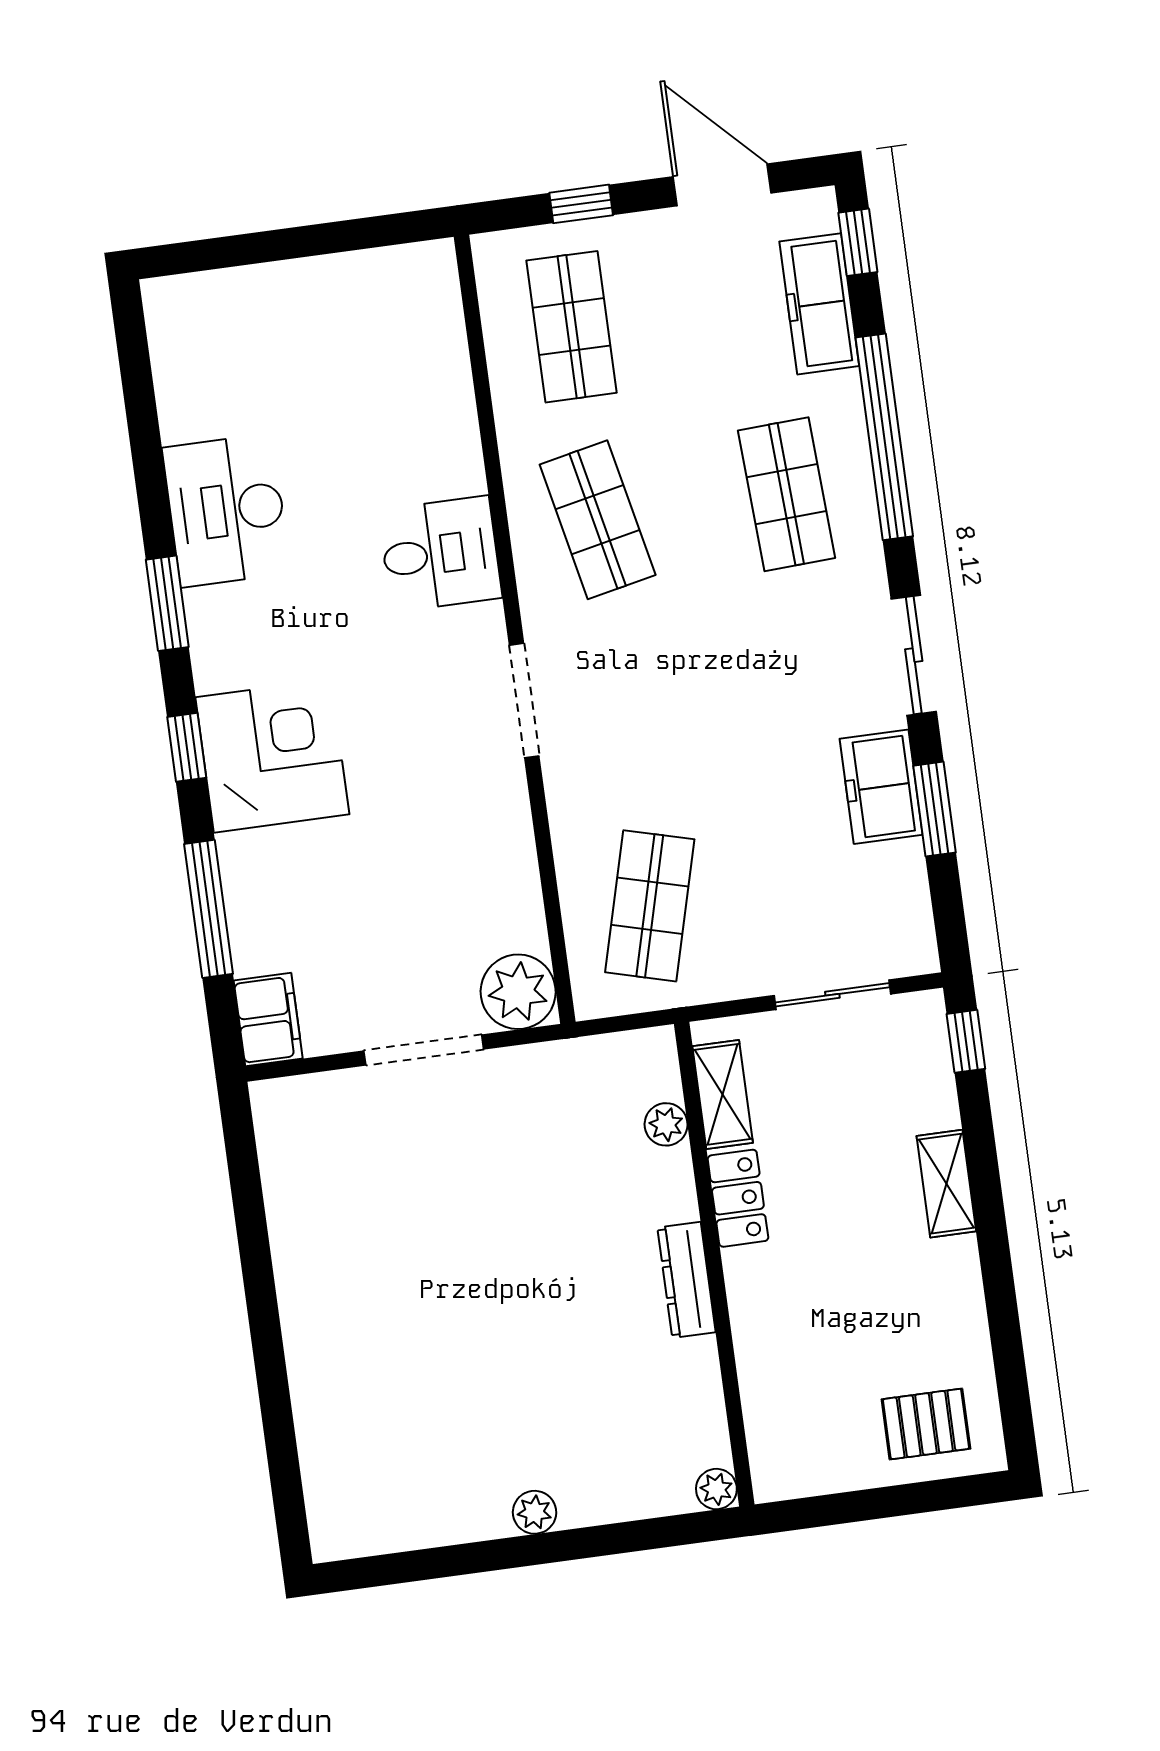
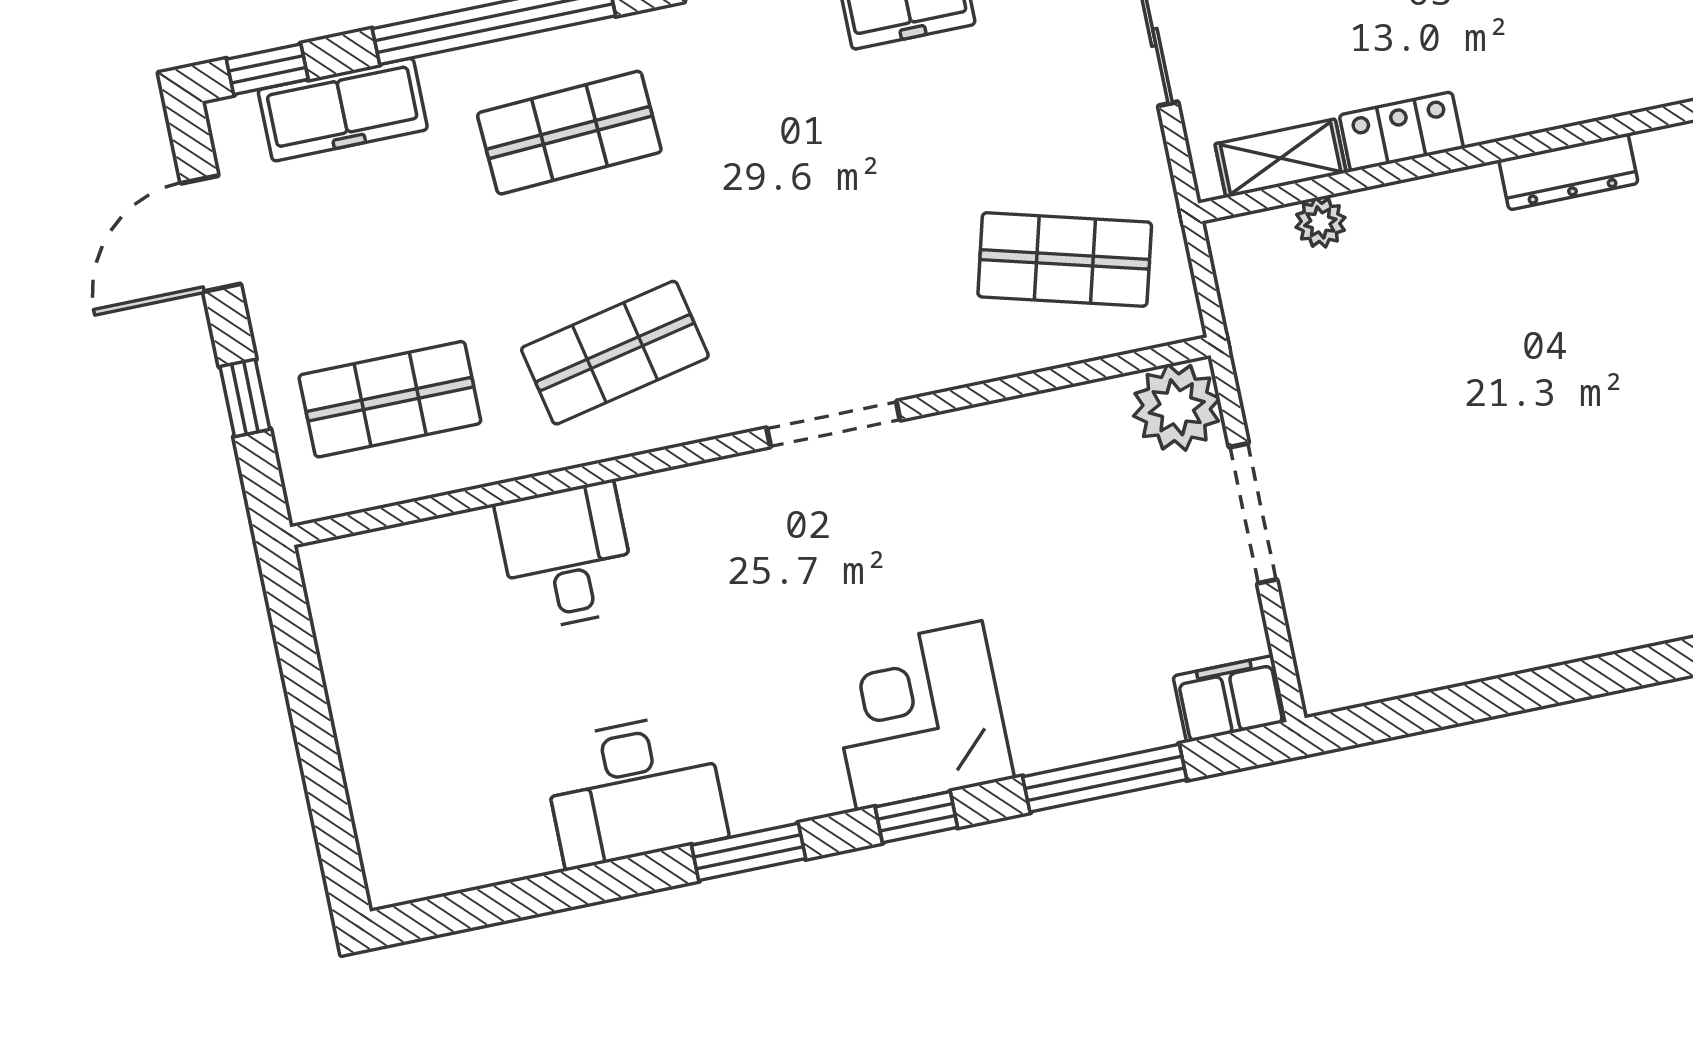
desk: (440, 554) -> (567, 556), moved
dresser: (687, 1280) -> (1568, 172), moved

